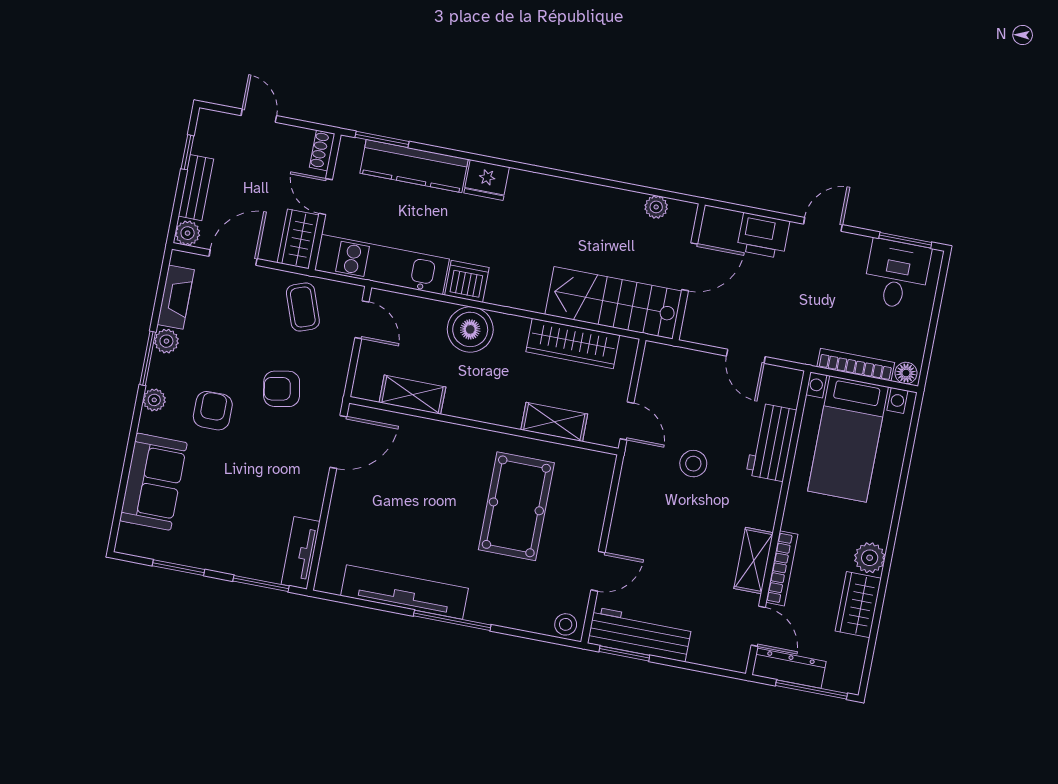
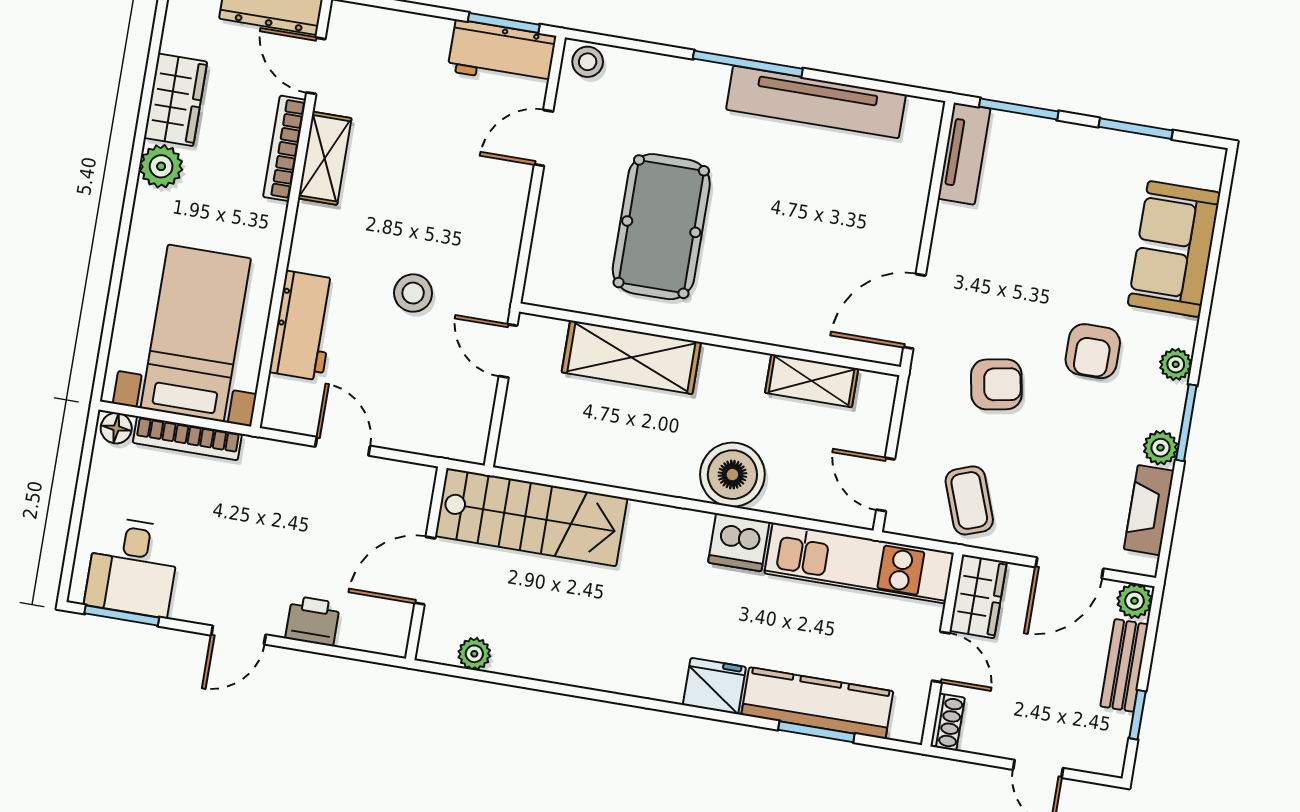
window: (382, 139) -> (816, 732), moved
printer: (763, 236) -> (313, 621), width x0.73, depth x0.81
wardrobe: (573, 343) -> (587, 458), removed
shelving: (554, 422) -> (631, 357), width x1.50, depth x1.33
workbench: (640, 634) -> (502, 53), width x0.73

